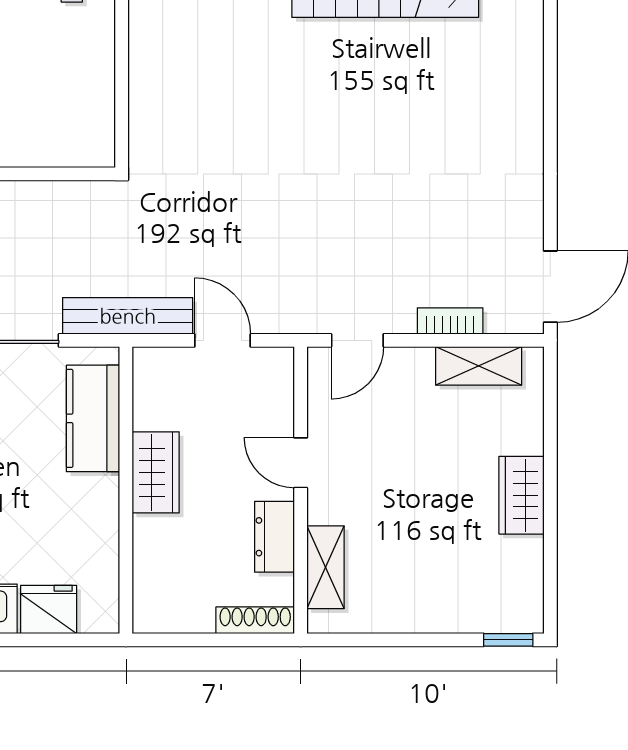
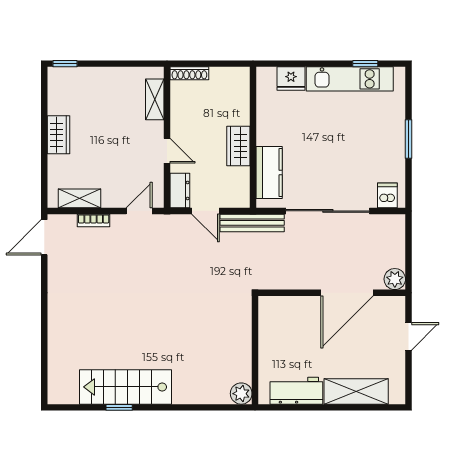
dresser: (274, 537) -> (180, 190), moved

